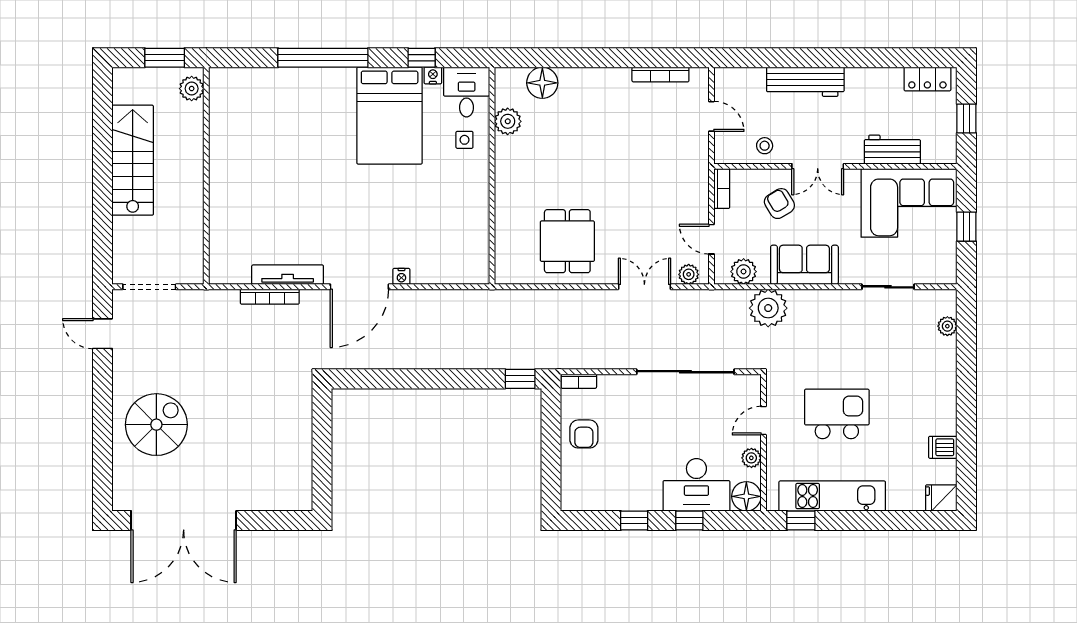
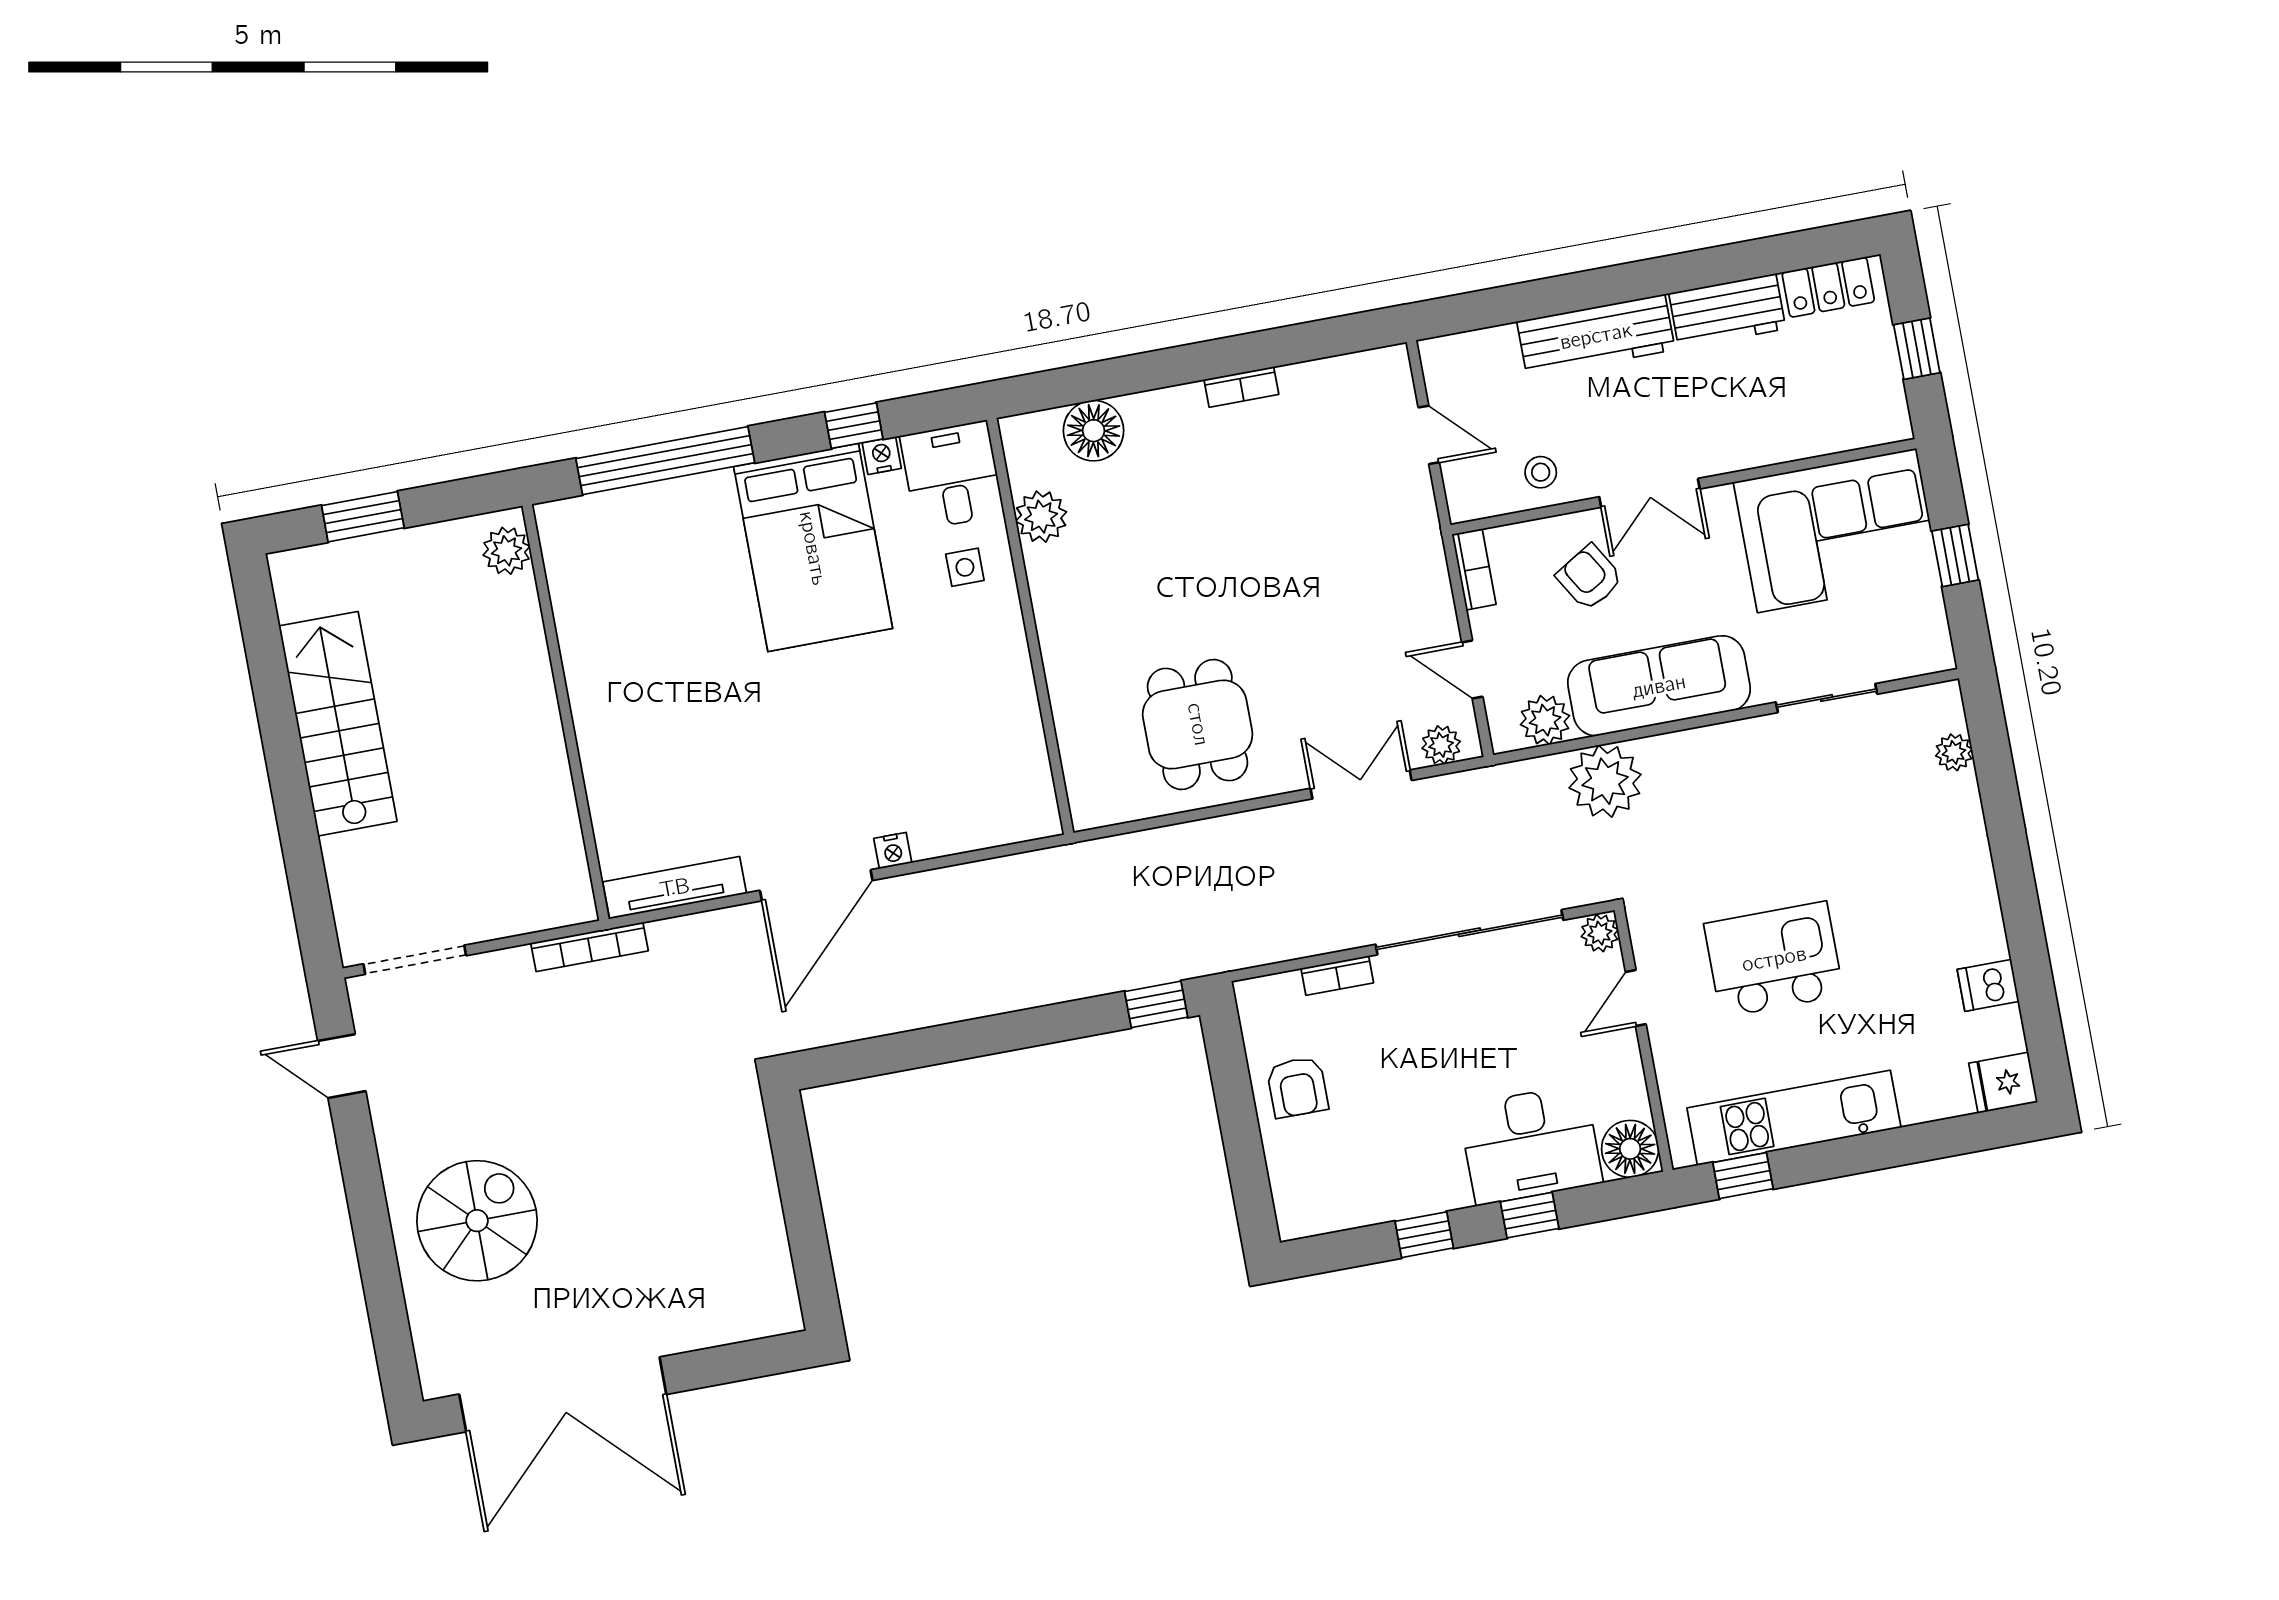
bookcase: (660, 75) -> (1241, 387), moved, width x0.64
plant: (192, 89) -> (506, 551), moved
workbench: (892, 150) -> (1727, 311), moved, turned 180
wall: (206, 176) -> (565, 712), moved
sofa: (804, 265) -> (1659, 686), width x1.36
bookcase: (270, 297) -> (590, 947), moved
bookcase: (579, 381) -> (1337, 975), moved
plant: (751, 458) -> (1600, 933), moved

